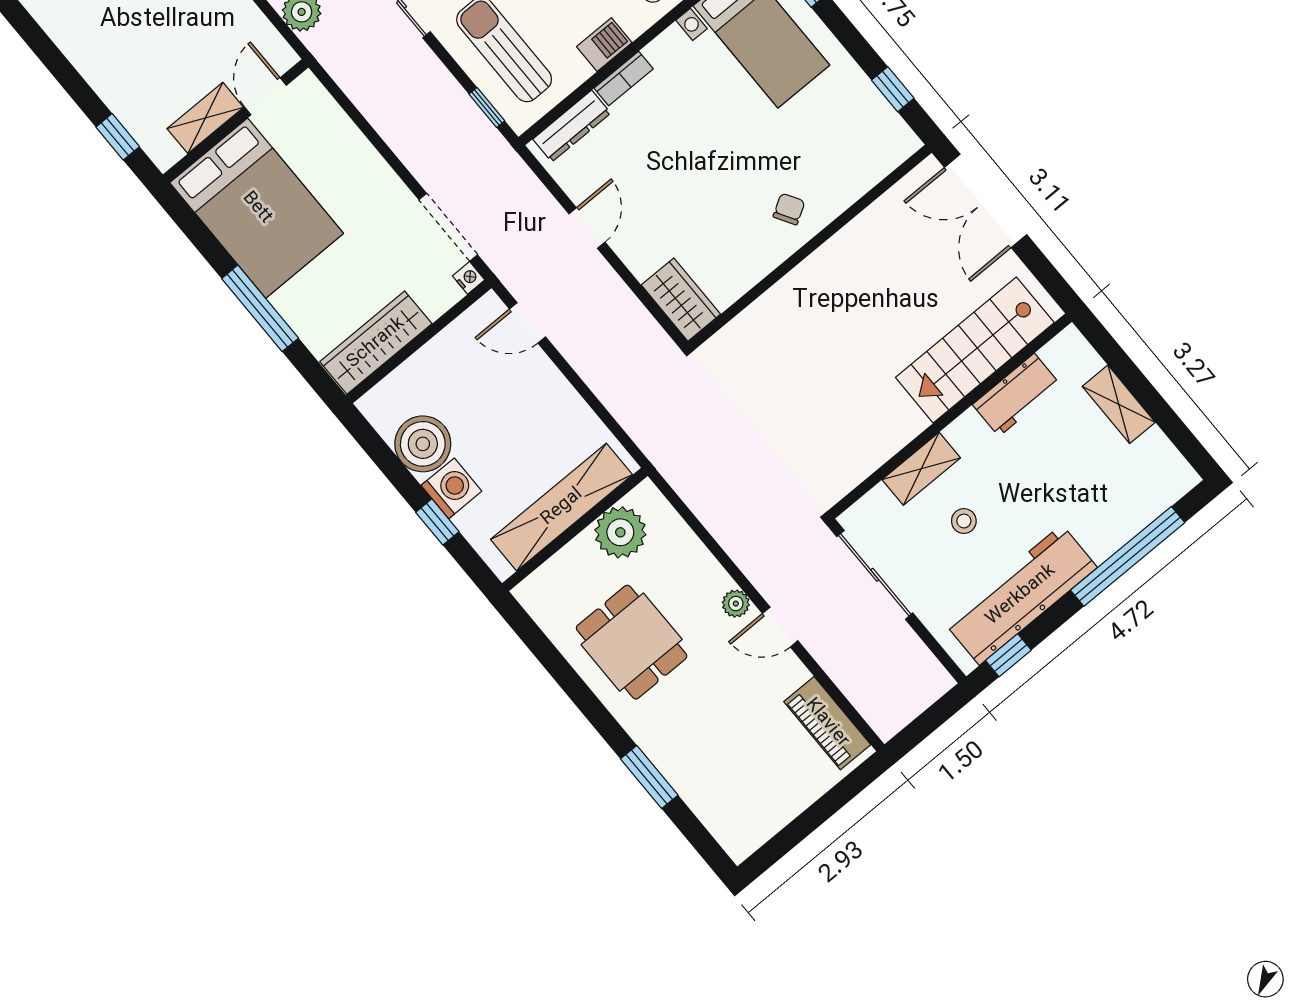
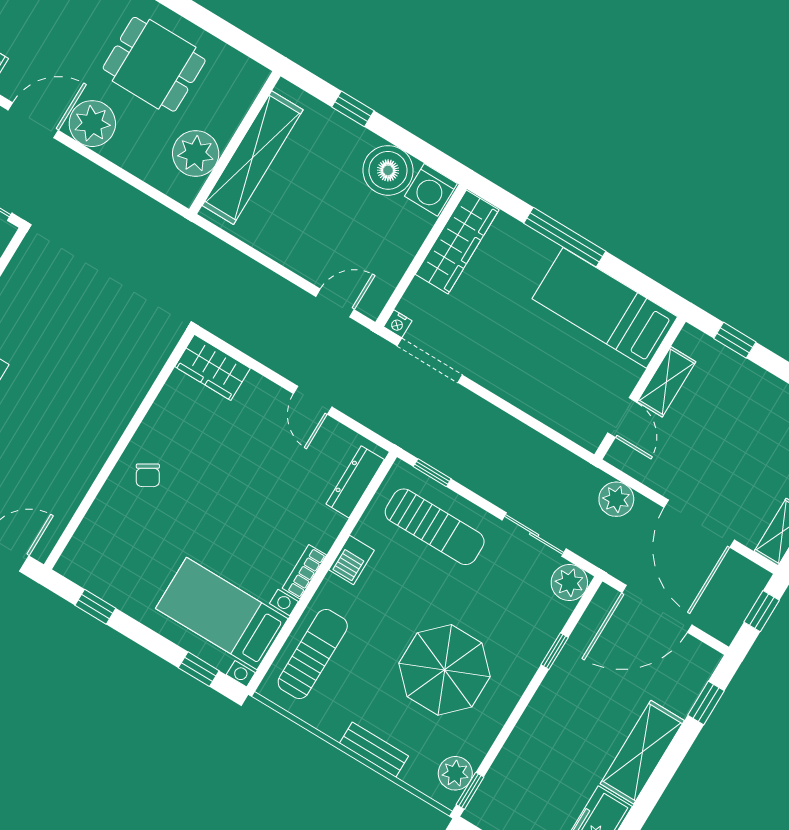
bookcase: (624, 79) -> (304, 572), moved
bed: (257, 208) -> (605, 308), width x0.67
washing machine: (451, 488) -> (431, 190), moved
plant: (736, 604) -> (92, 124), width x1.87, depth x1.87
door: (780, 627) -> (33, 120), width x1.38

